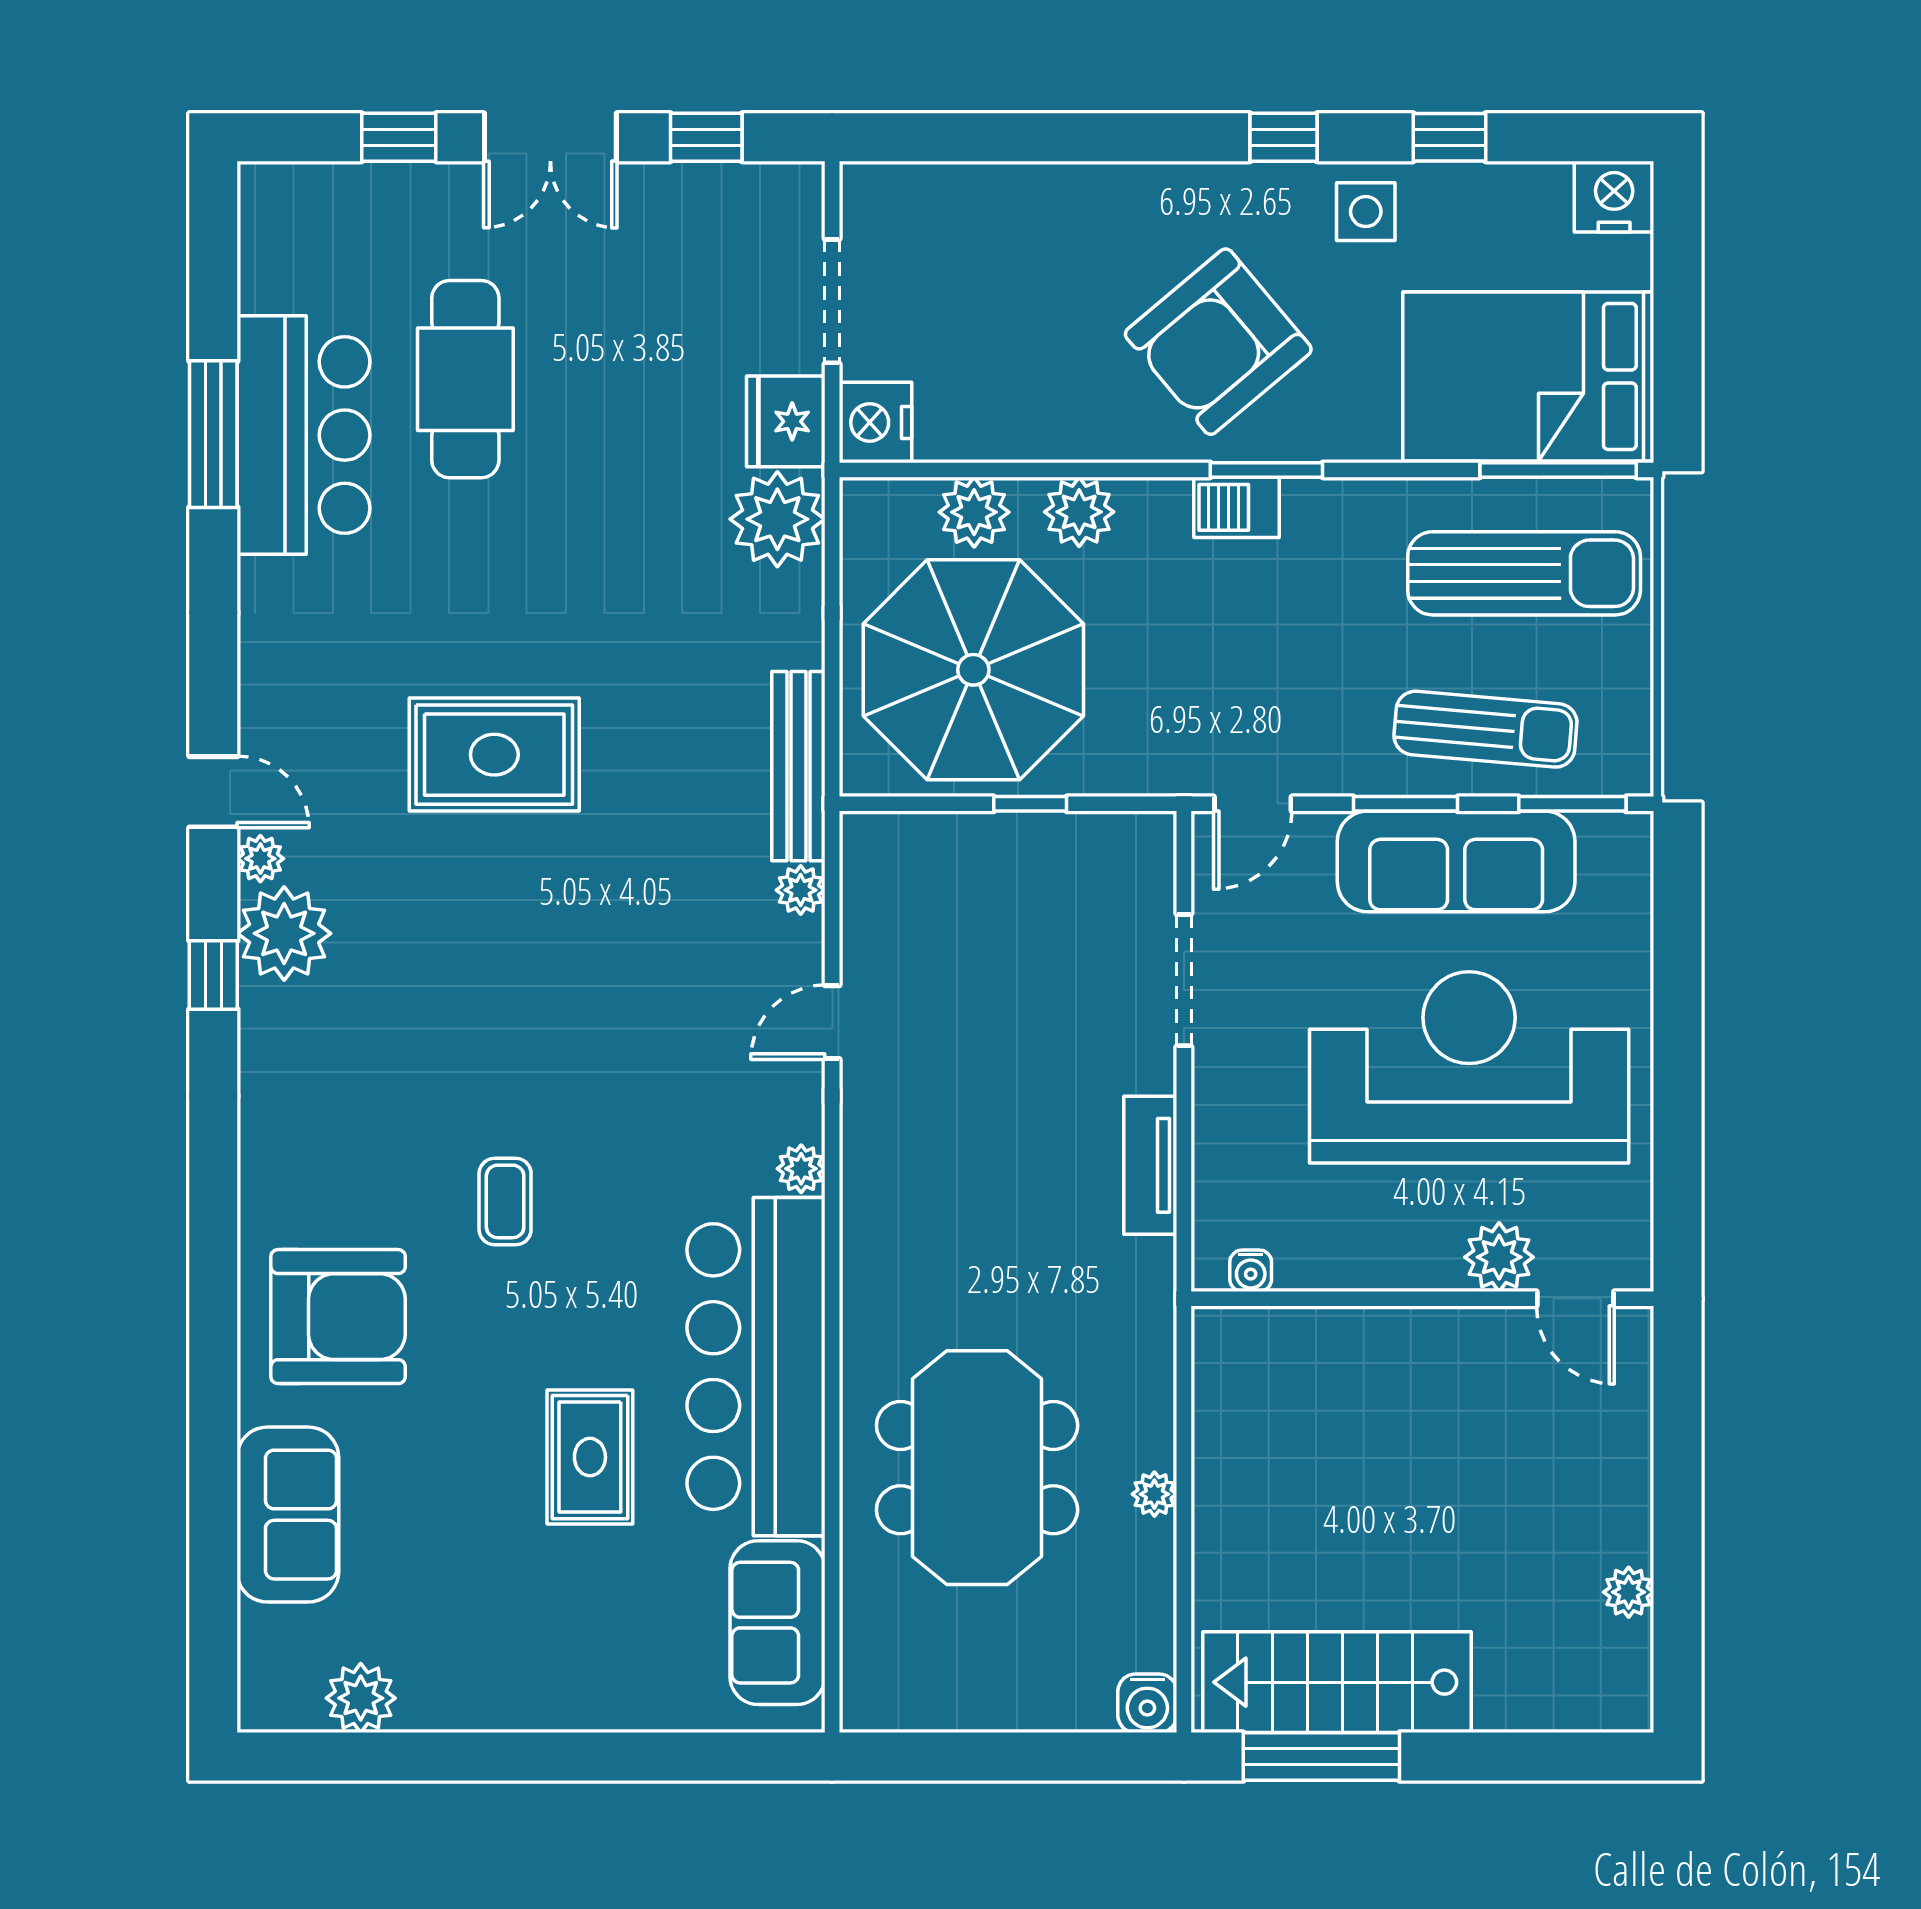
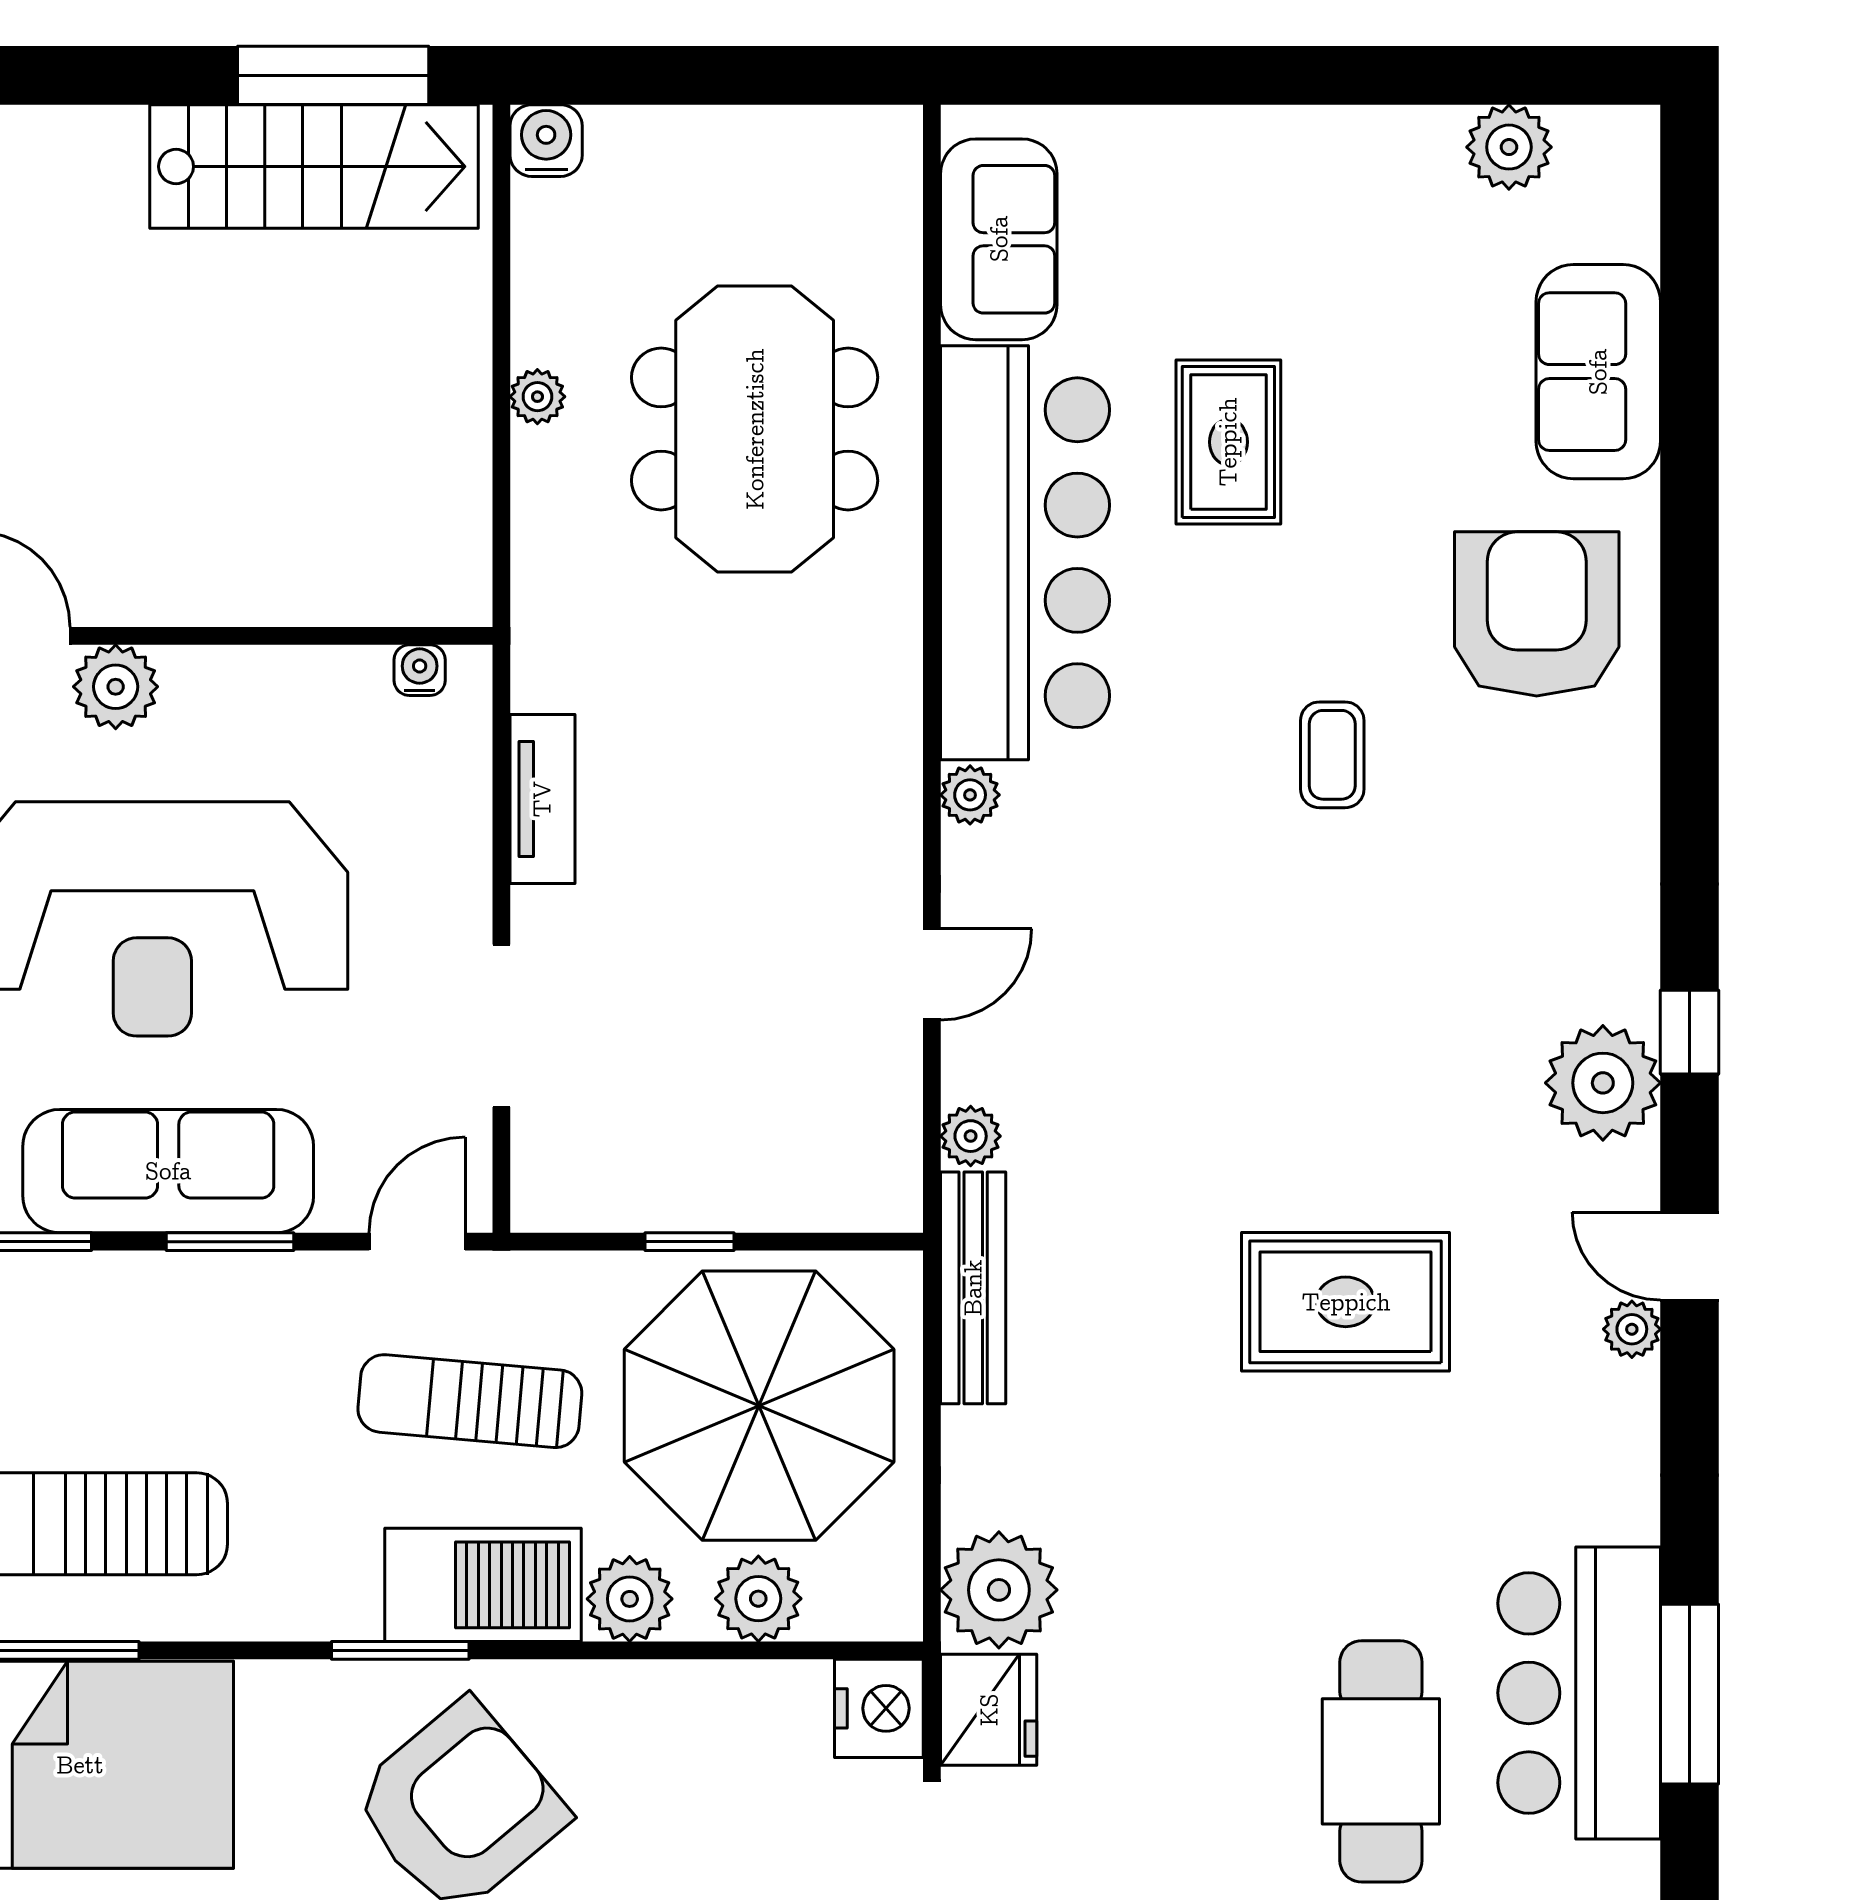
barbecue: (1237, 507) -> (483, 1585), width x1.88, depth x1.53
sun lounger: (1485, 729) -> (470, 1401), moved
plant: (260, 859) -> (1632, 1329), moved
armchair: (338, 1317) -> (1537, 614), turned 90

